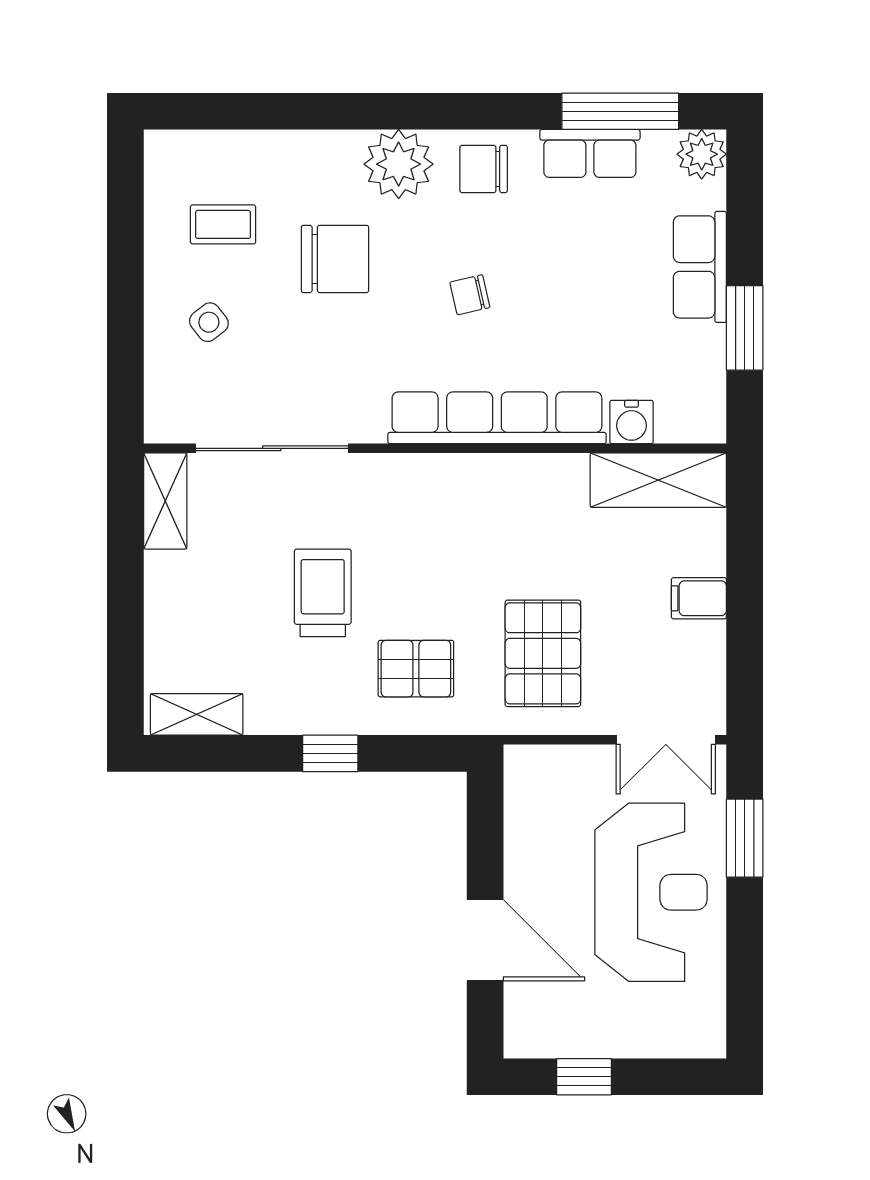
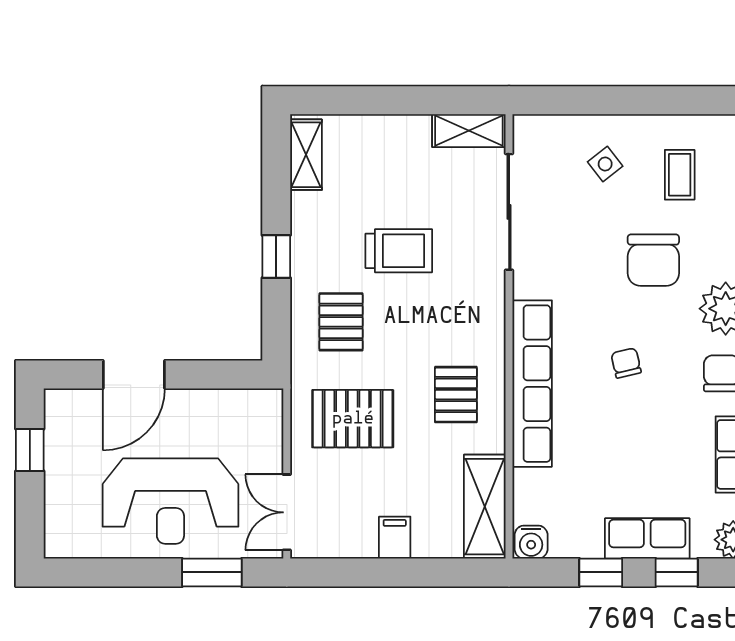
window: (745, 228) -> (677, 572), added
window: (745, 328) -> (601, 572), width x0.67
water cooler: (631, 422) -> (531, 542), moved, turned -90
pallet: (511, 518) -> (456, 395), added

